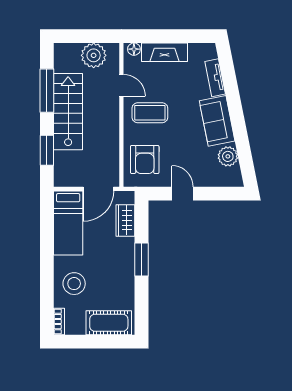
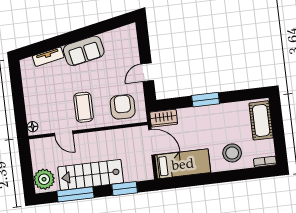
fireplace: (164, 52) -> (32, 101), removed
plant: (94, 55) -> (44, 179), moved
door: (121, 85) -> (64, 133), swing flipped
plant: (228, 156) -> (112, 39), removed
armchair: (145, 159) -> (123, 107), turned -90
wardrobe: (125, 220) -> (164, 118), moved

